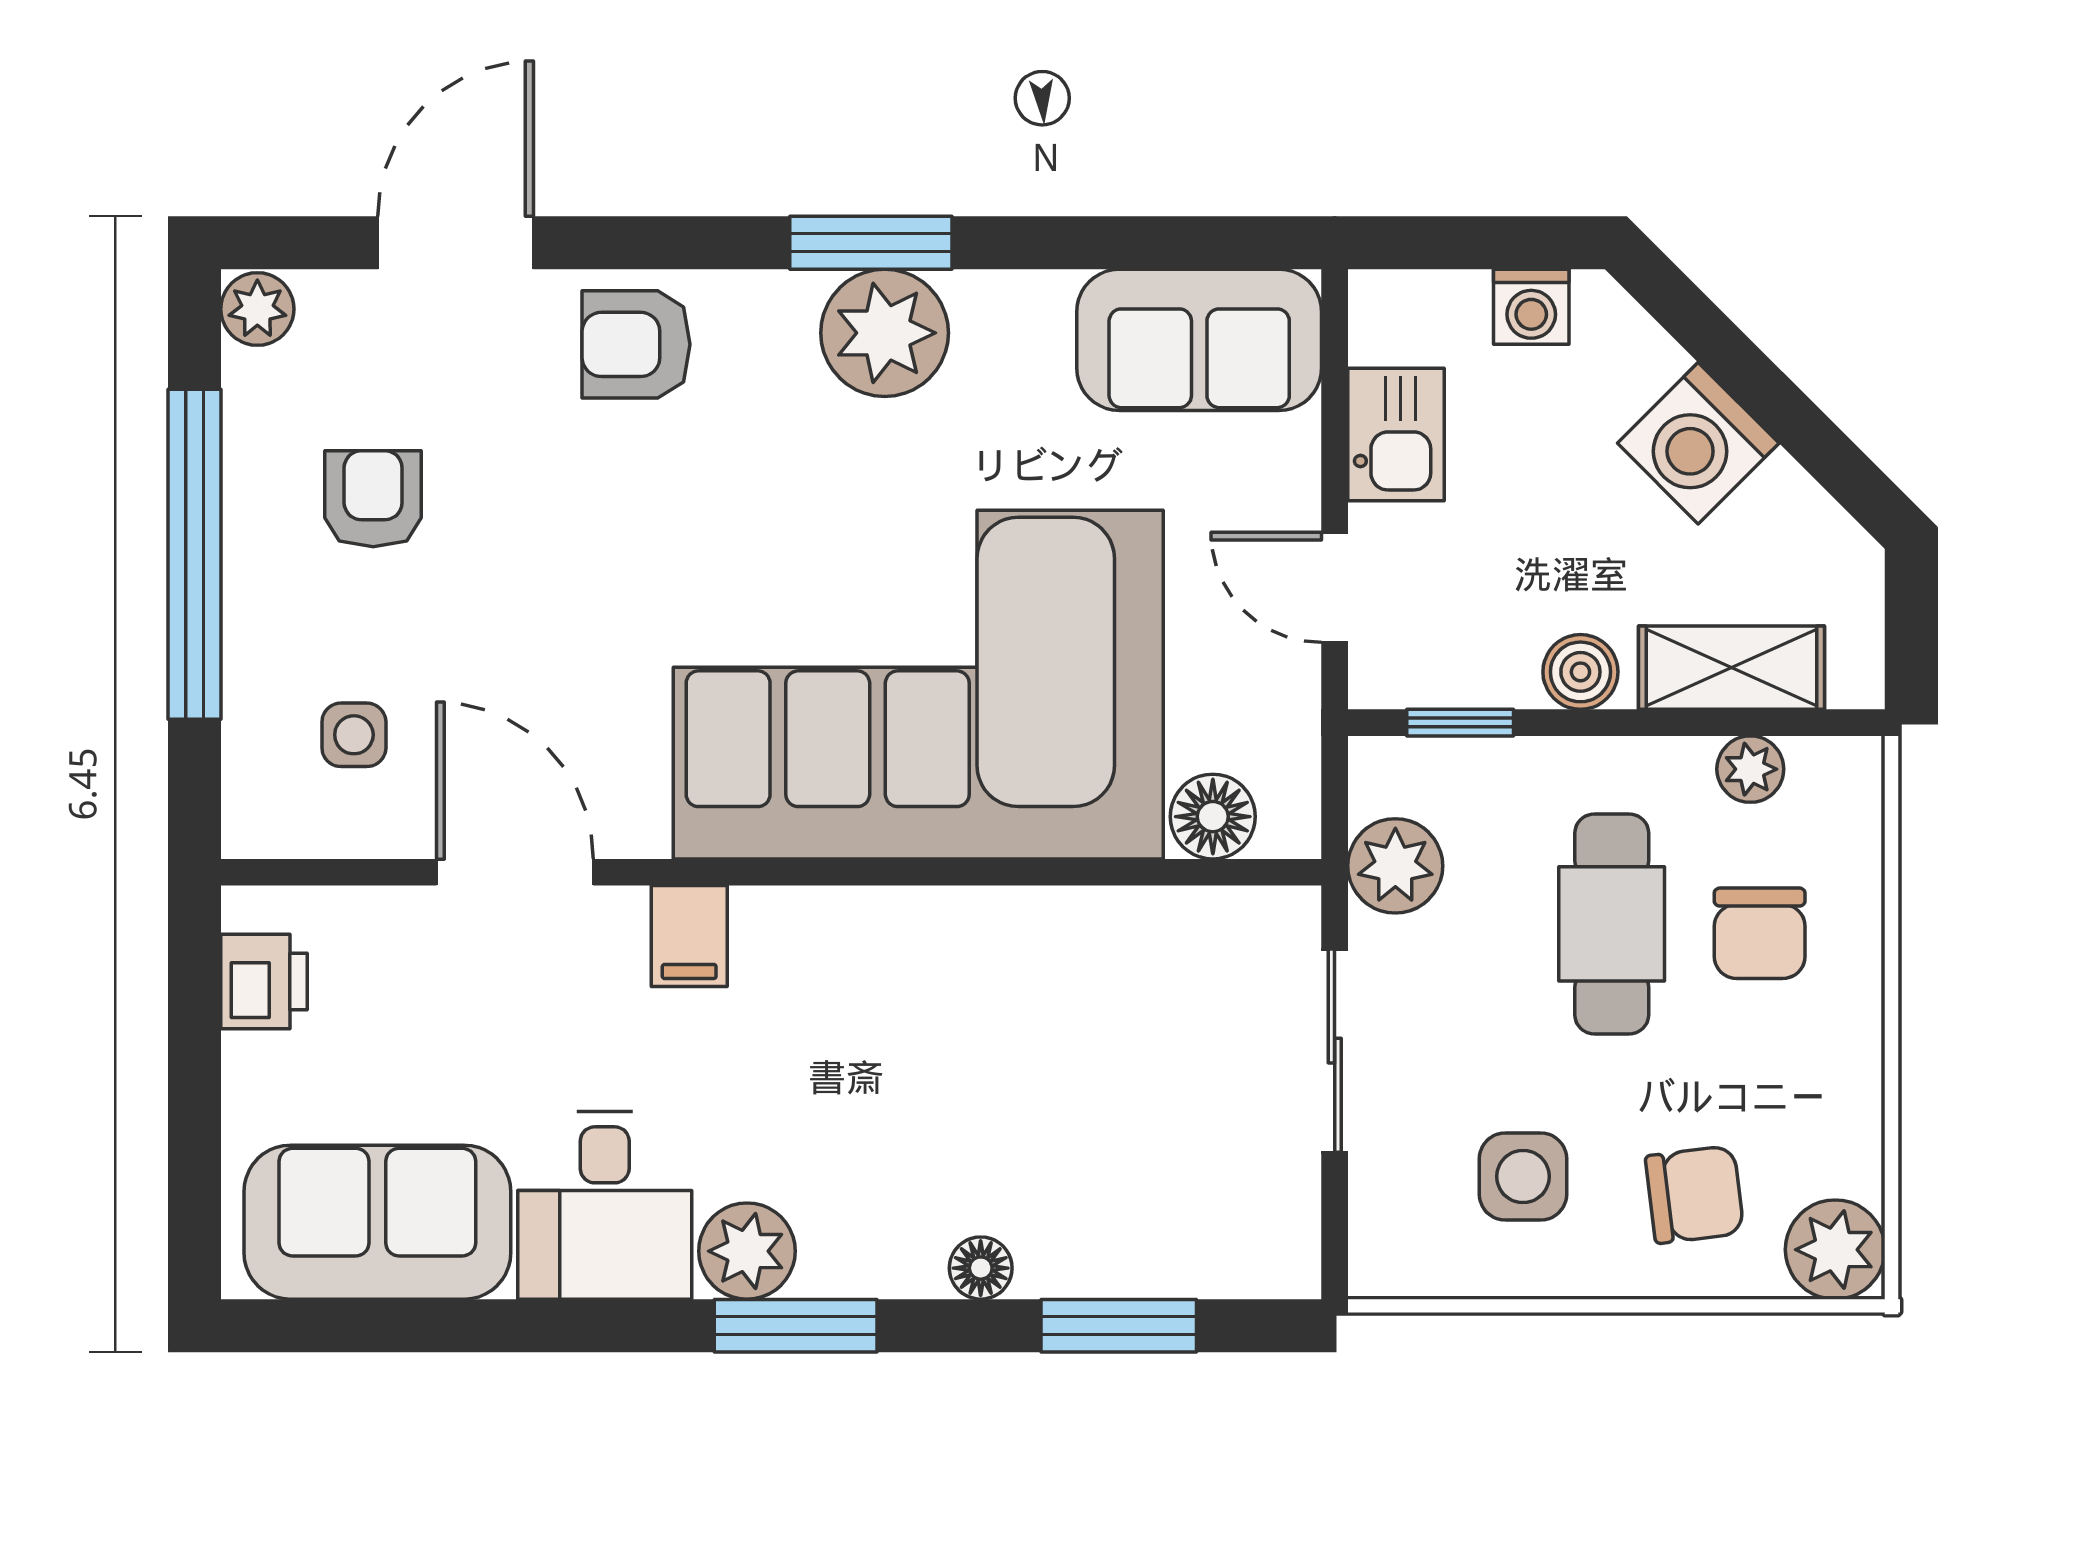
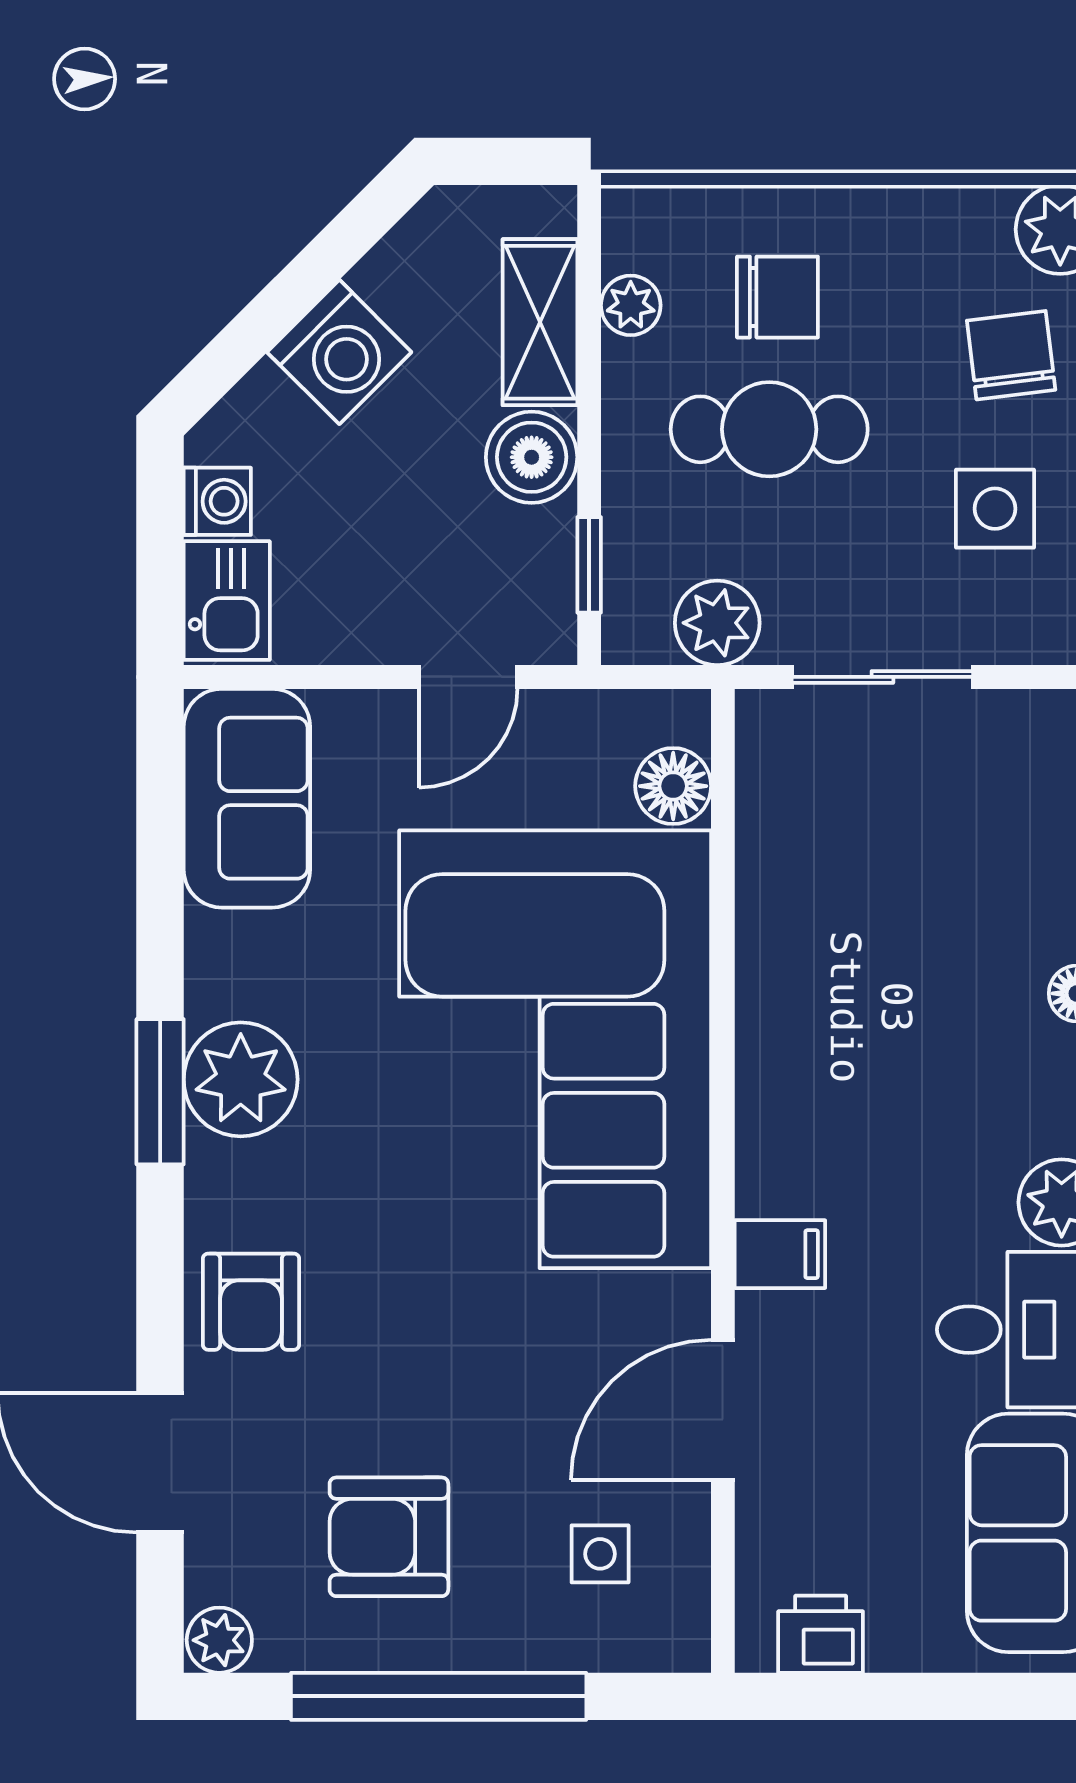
kitchen sink: (1396, 434) -> (227, 601), moved, turned 90
armchair: (373, 499) -> (389, 1537), width x1.38, depth x1.38
boiler: (1580, 672) -> (532, 457), width x1.36, depth x1.36

